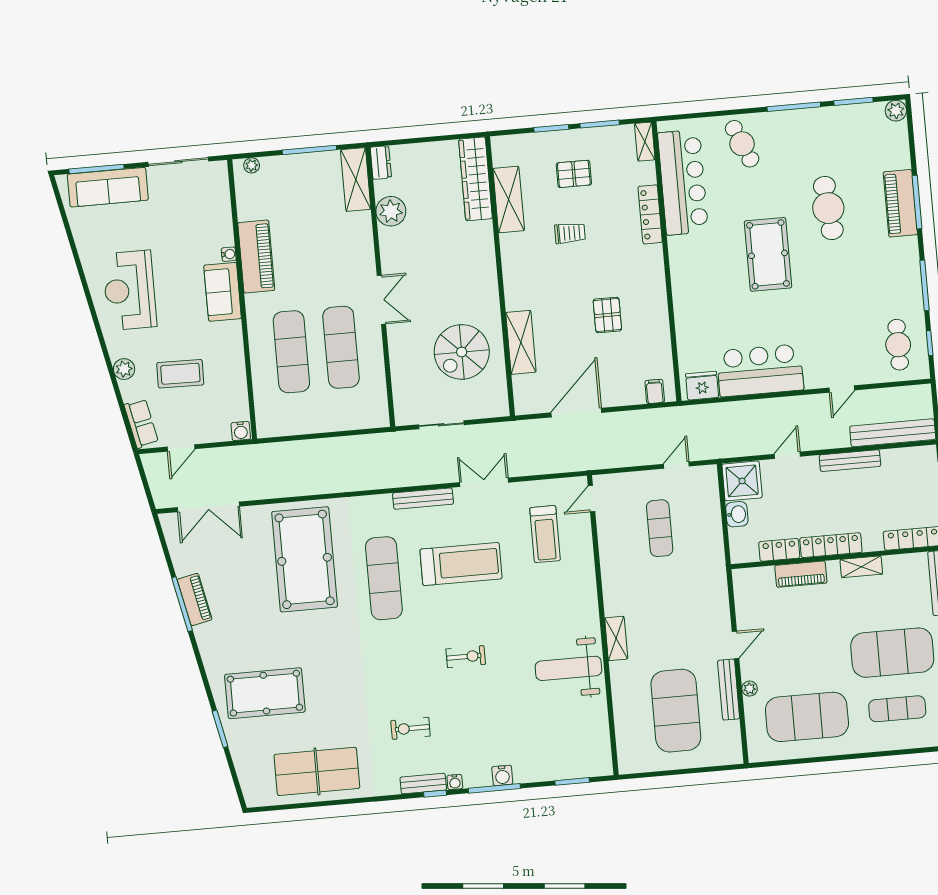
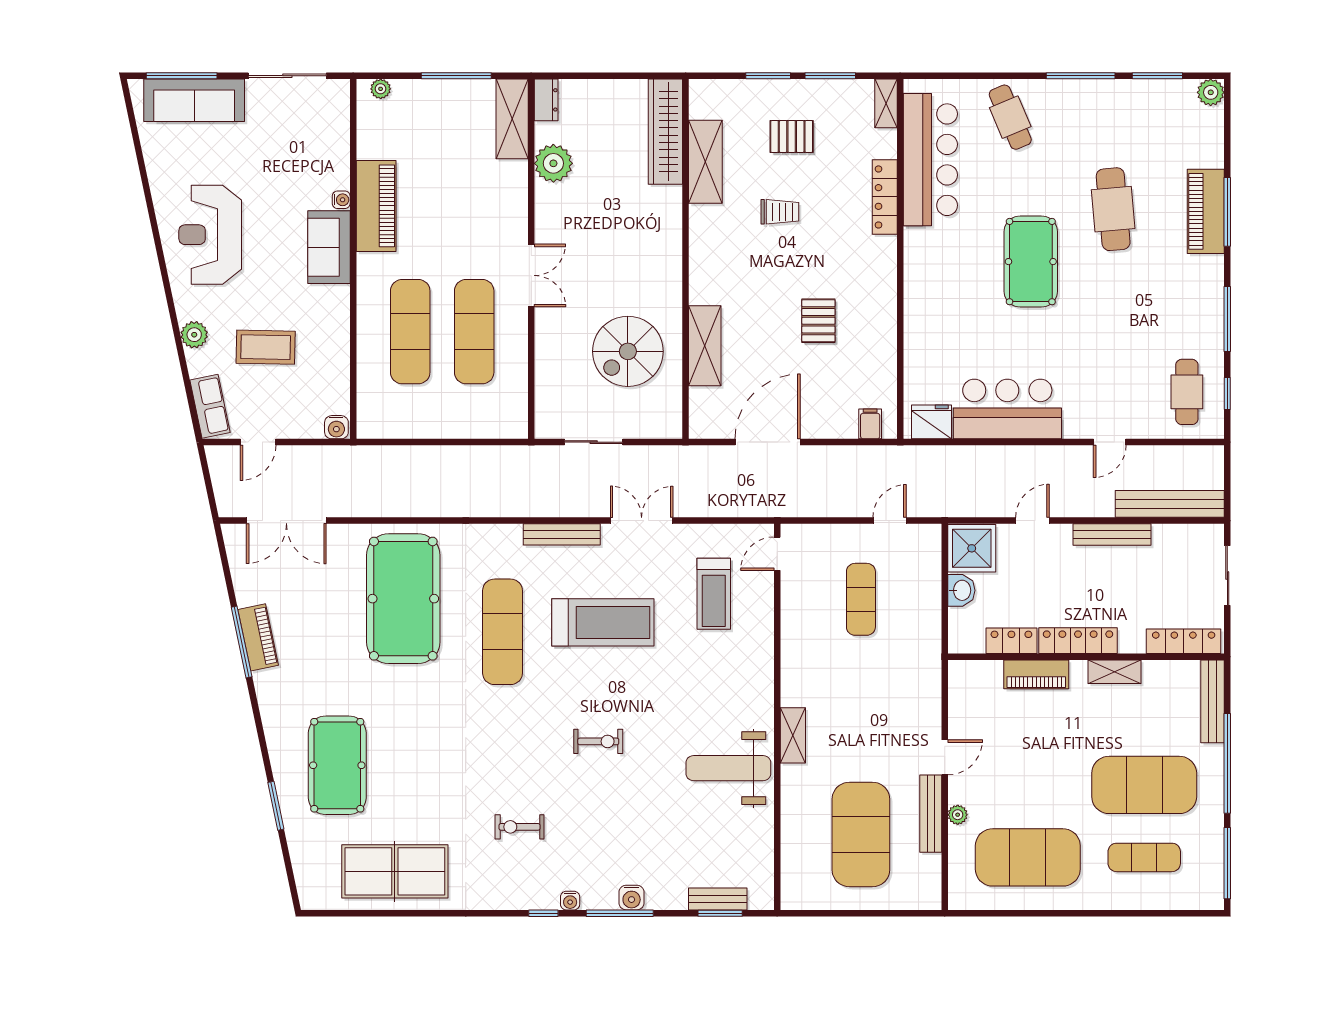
pool table: (265, 693) -> (337, 765), turned 90
bench: (423, 784) -> (718, 899), moved

